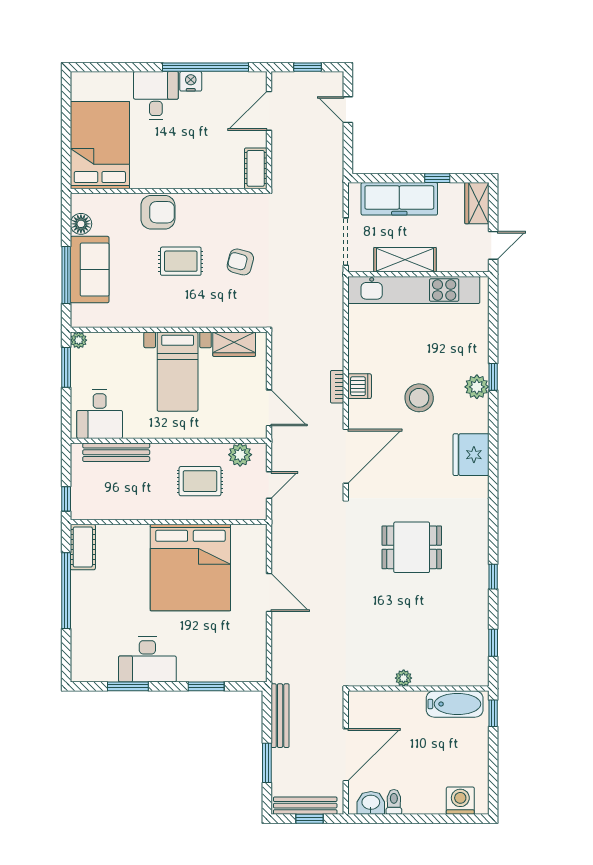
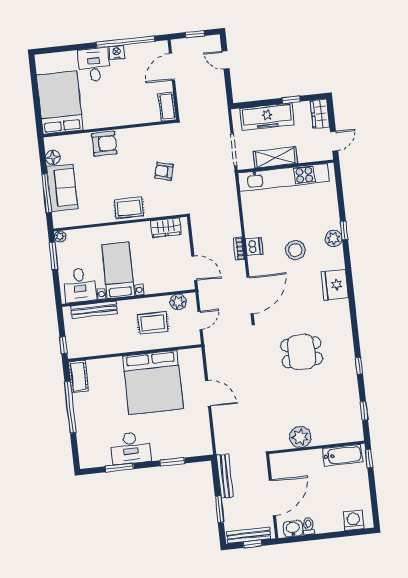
rug: (181, 261) -> (129, 208), moved
bed with nightstands: (178, 372) -> (118, 270), moved, turned 180
plant: (404, 678) -> (300, 437), width x1.87, depth x1.87

